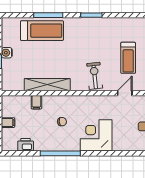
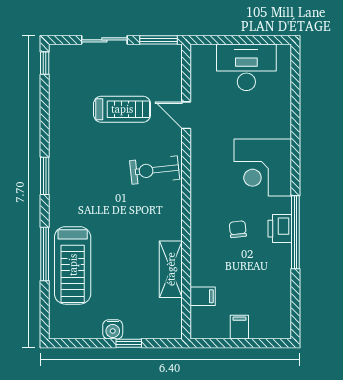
treadmill: (42, 31) -> (73, 265), turned 180
shelving: (47, 85) -> (171, 269), width x0.68
filing cabinet: (36, 102) -> (203, 296), moved
printer: (26, 145) -> (280, 229), moved

